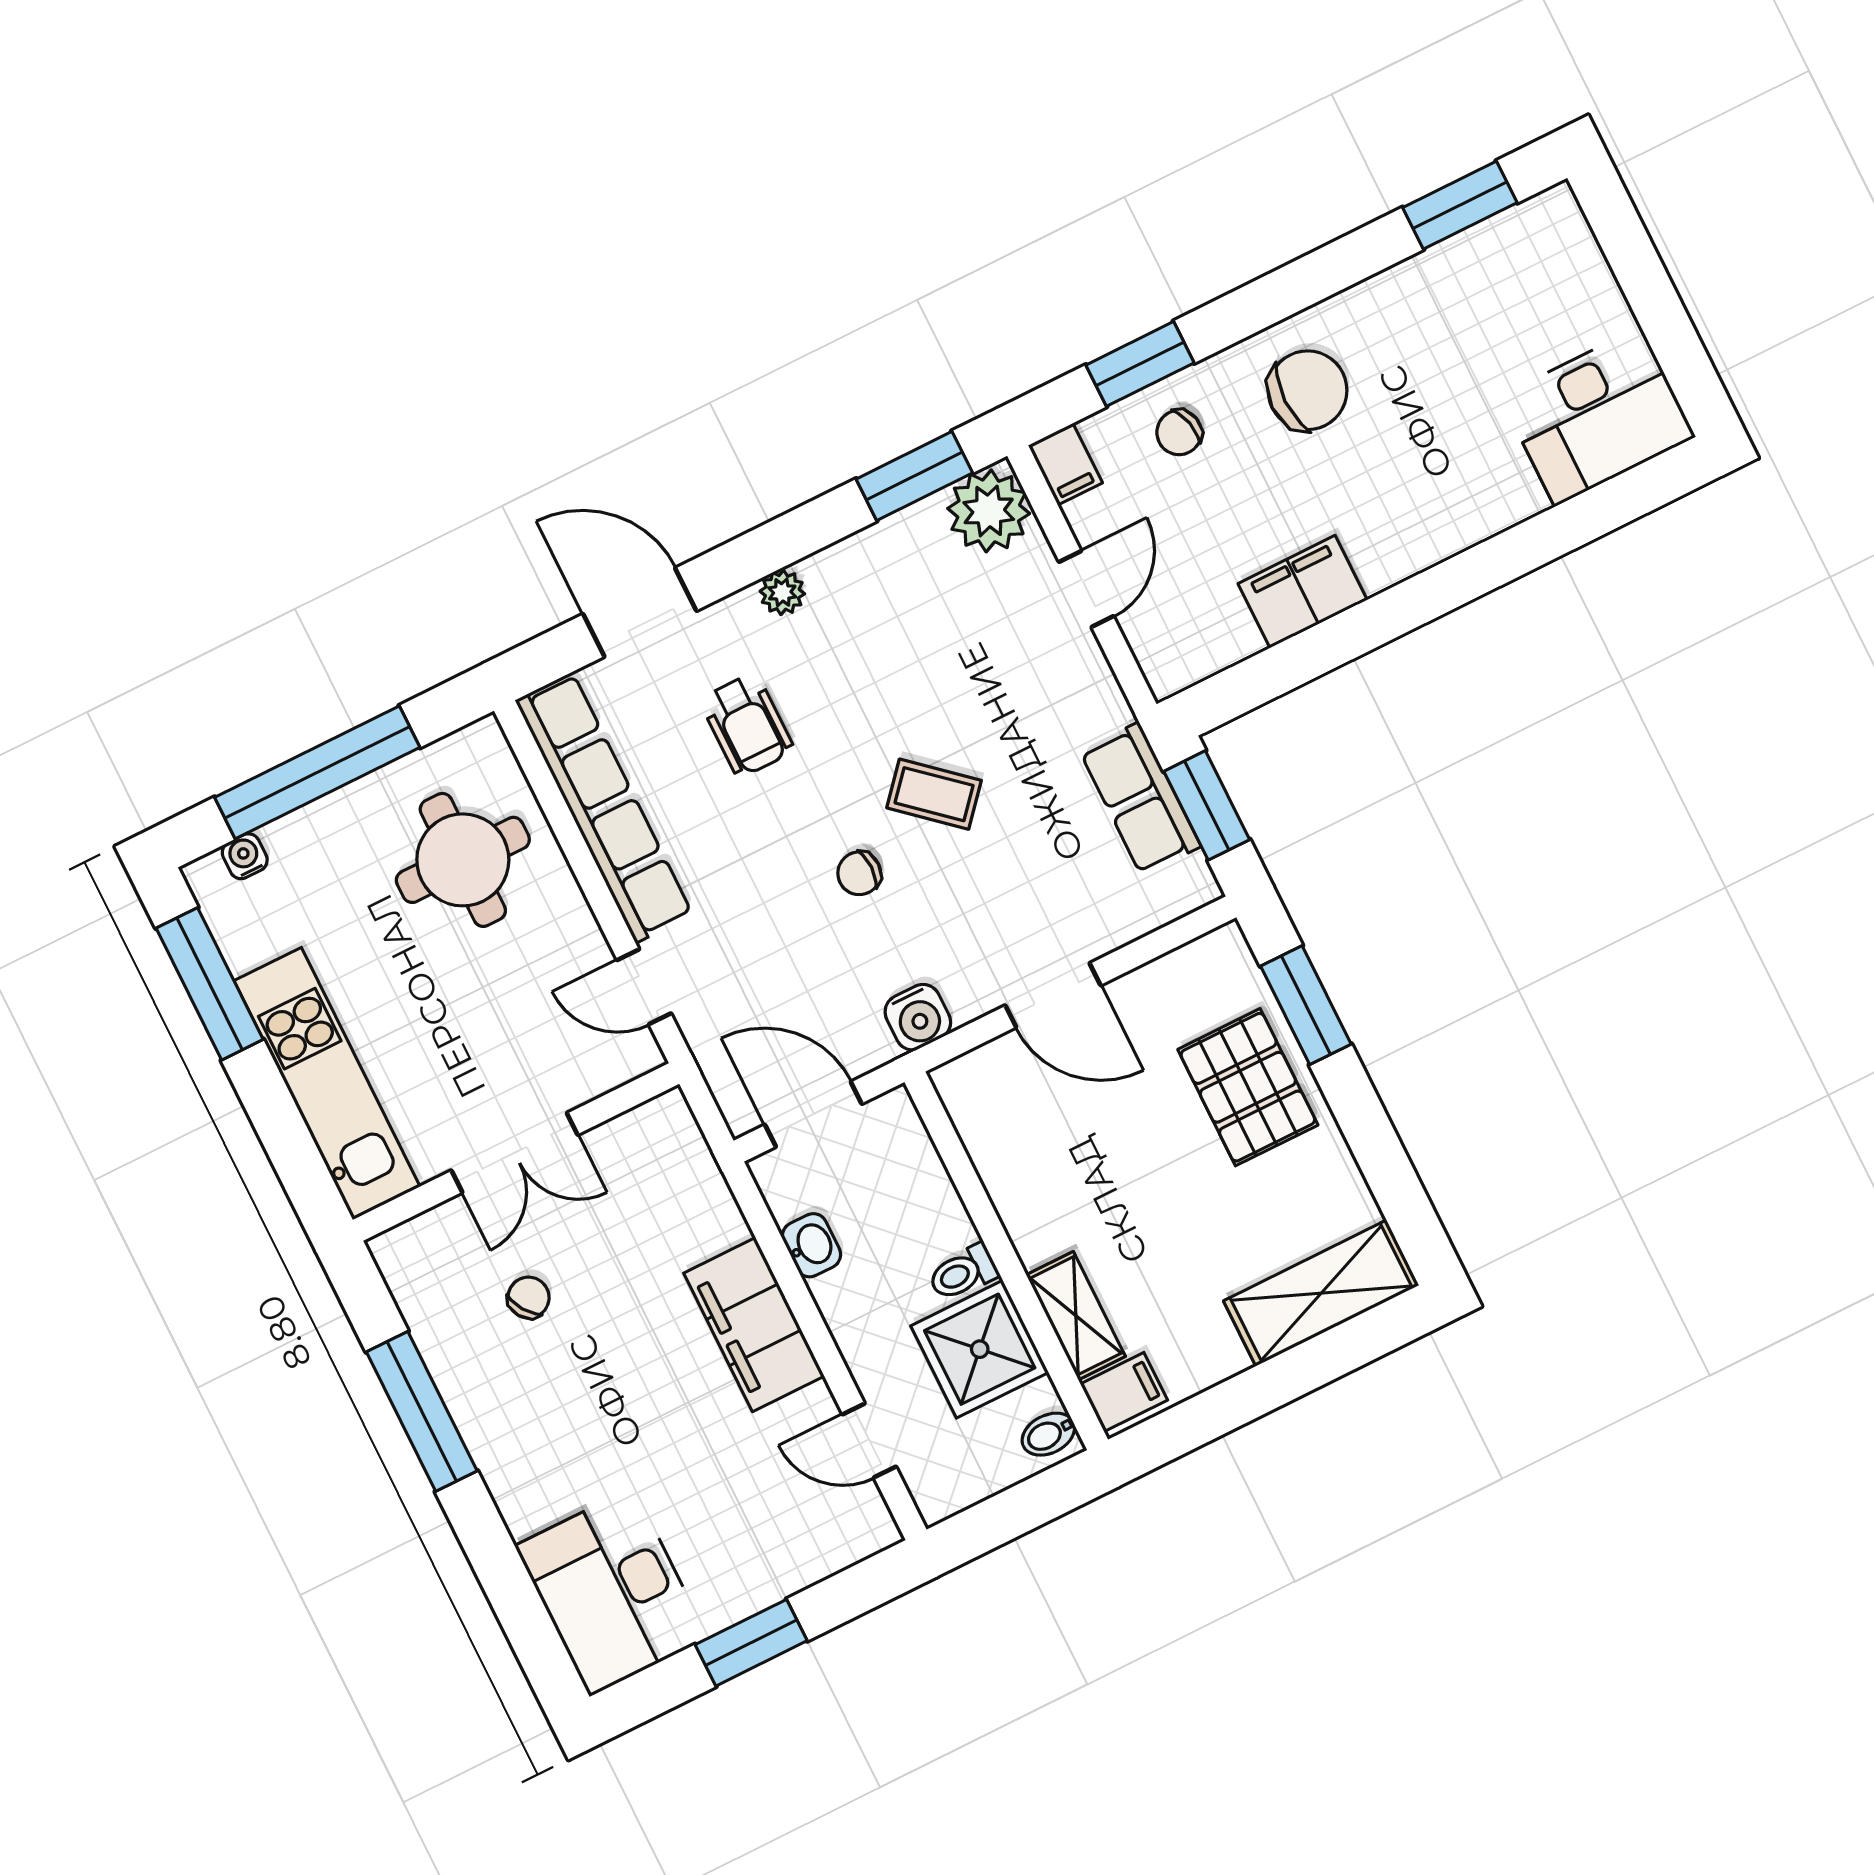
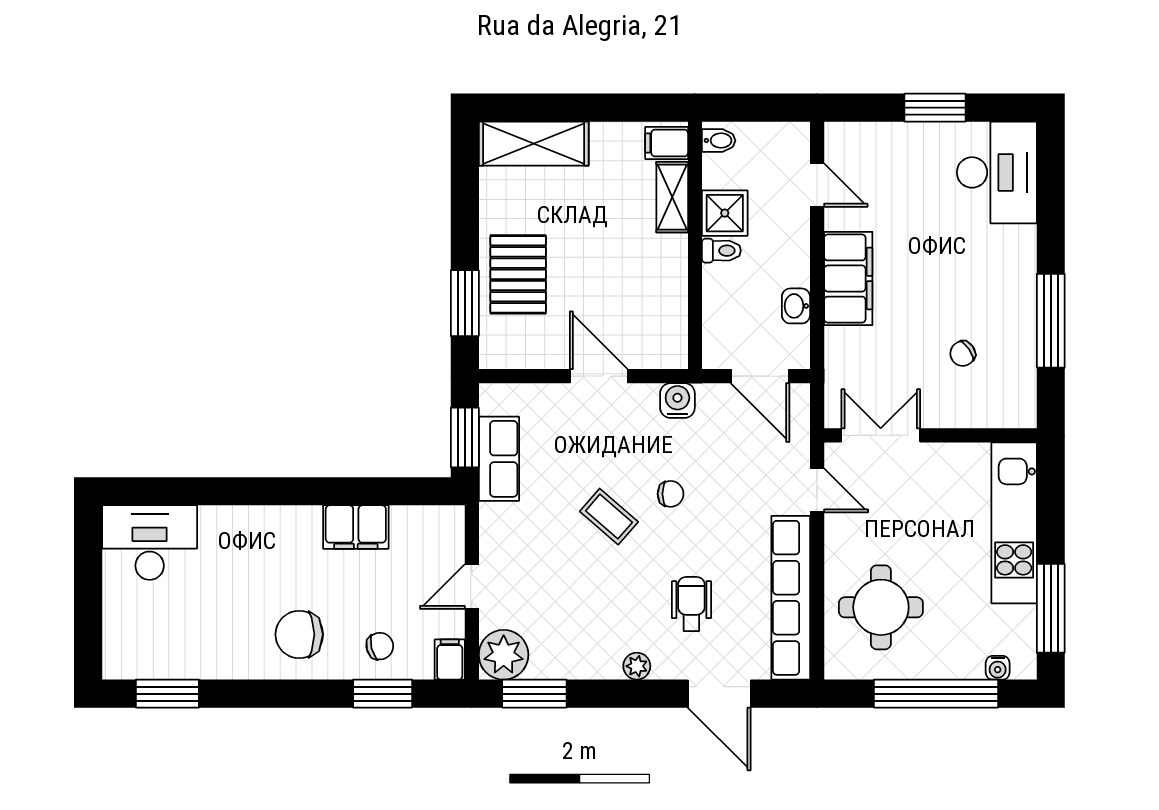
double door: (515, 1153) -> (881, 435), moved
shower: (980, 1349) -> (725, 213), width x0.73, depth x0.73

